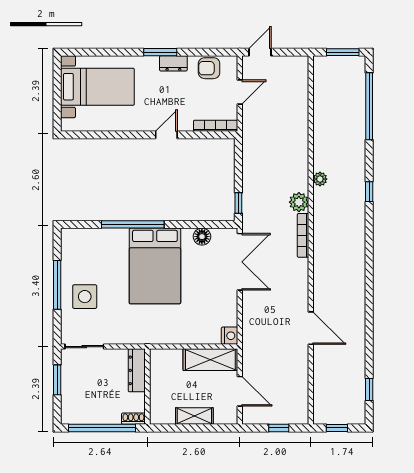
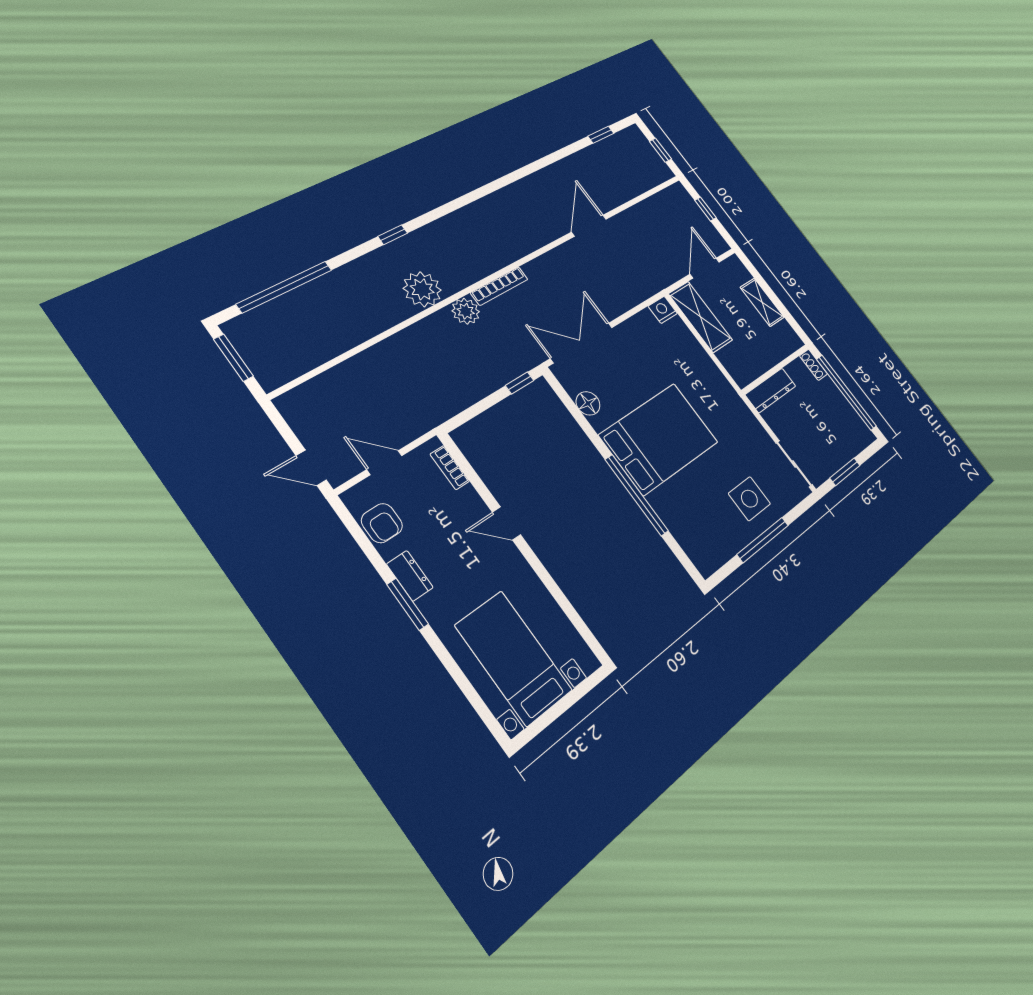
bookcase: (215, 126) -> (450, 468), width x0.64
plant: (320, 179) -> (422, 289), width x1.87, depth x1.87

